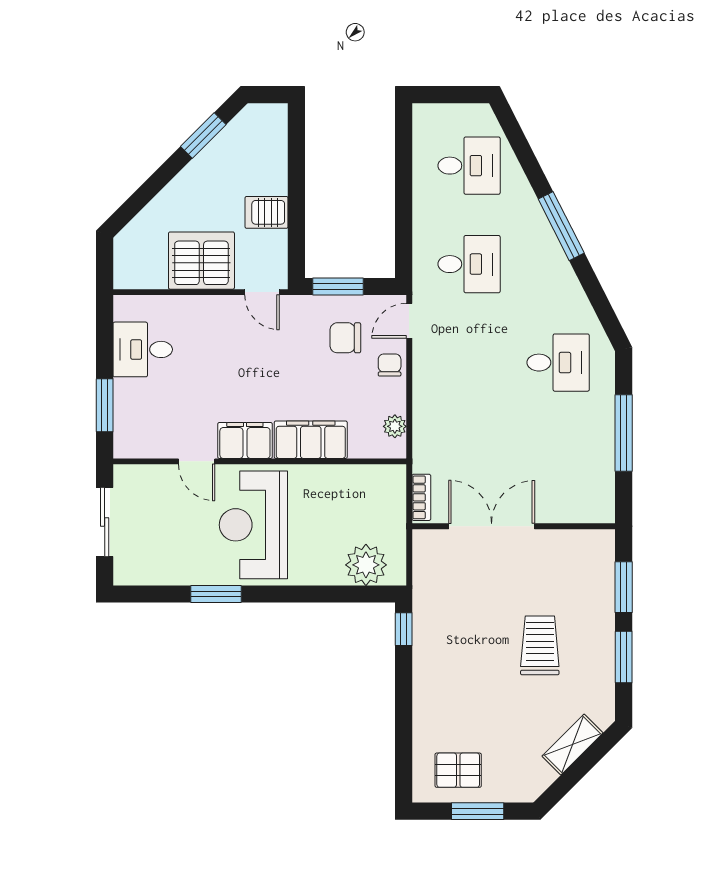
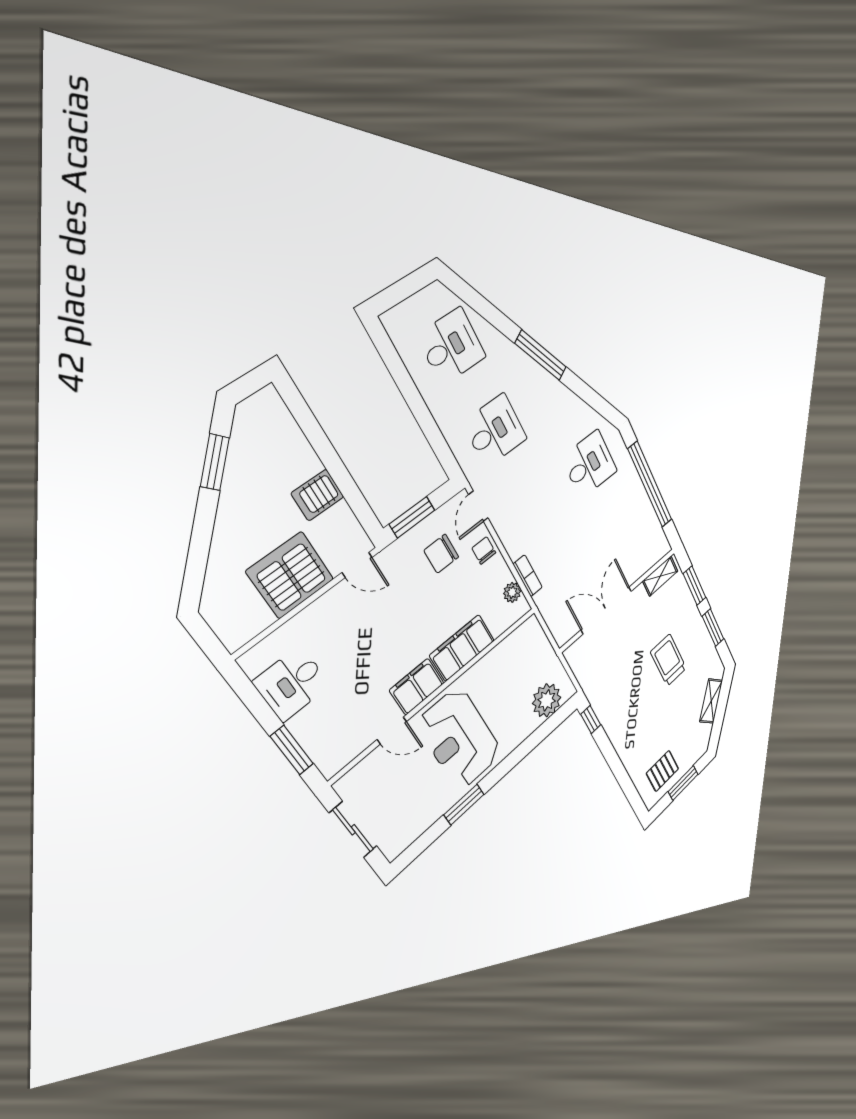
window: (624, 433) -> (650, 485), width x1.46
bookcase: (421, 497) -> (528, 576), moved
shelving: (582, 541) -> (660, 576), added

